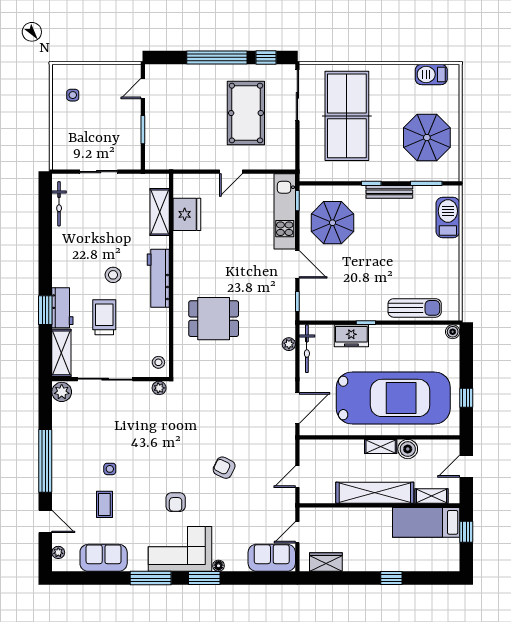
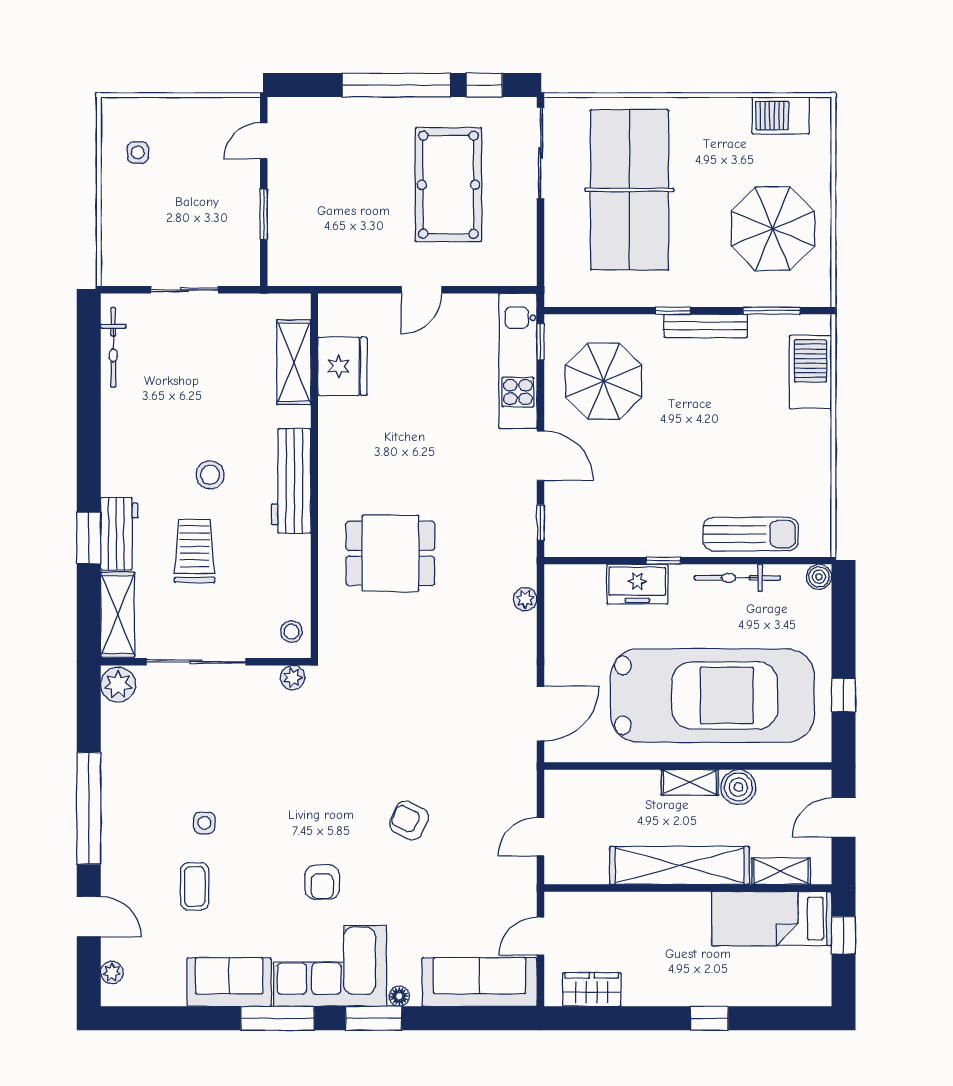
bicycle: (307, 349) -> (737, 578), moved, turned 90
sofa: (104, 558) -> (229, 982), moved
sofa: (272, 558) -> (479, 982), width x1.36

